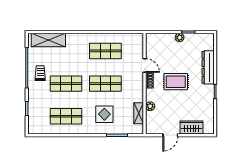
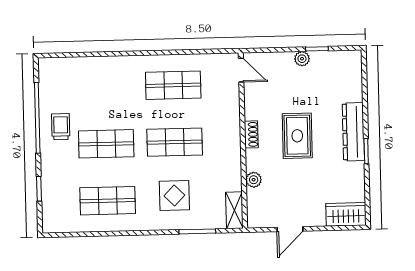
shelving: (48, 40) -> (73, 69), removed
door: (145, 65) -> (241, 70), moved
dresser: (208, 67) -> (353, 132), moved
rug: (176, 82) -> (297, 136), turned 90
shelving: (139, 113) -> (234, 210), moved
wardrobe: (192, 127) -> (346, 214), moved

